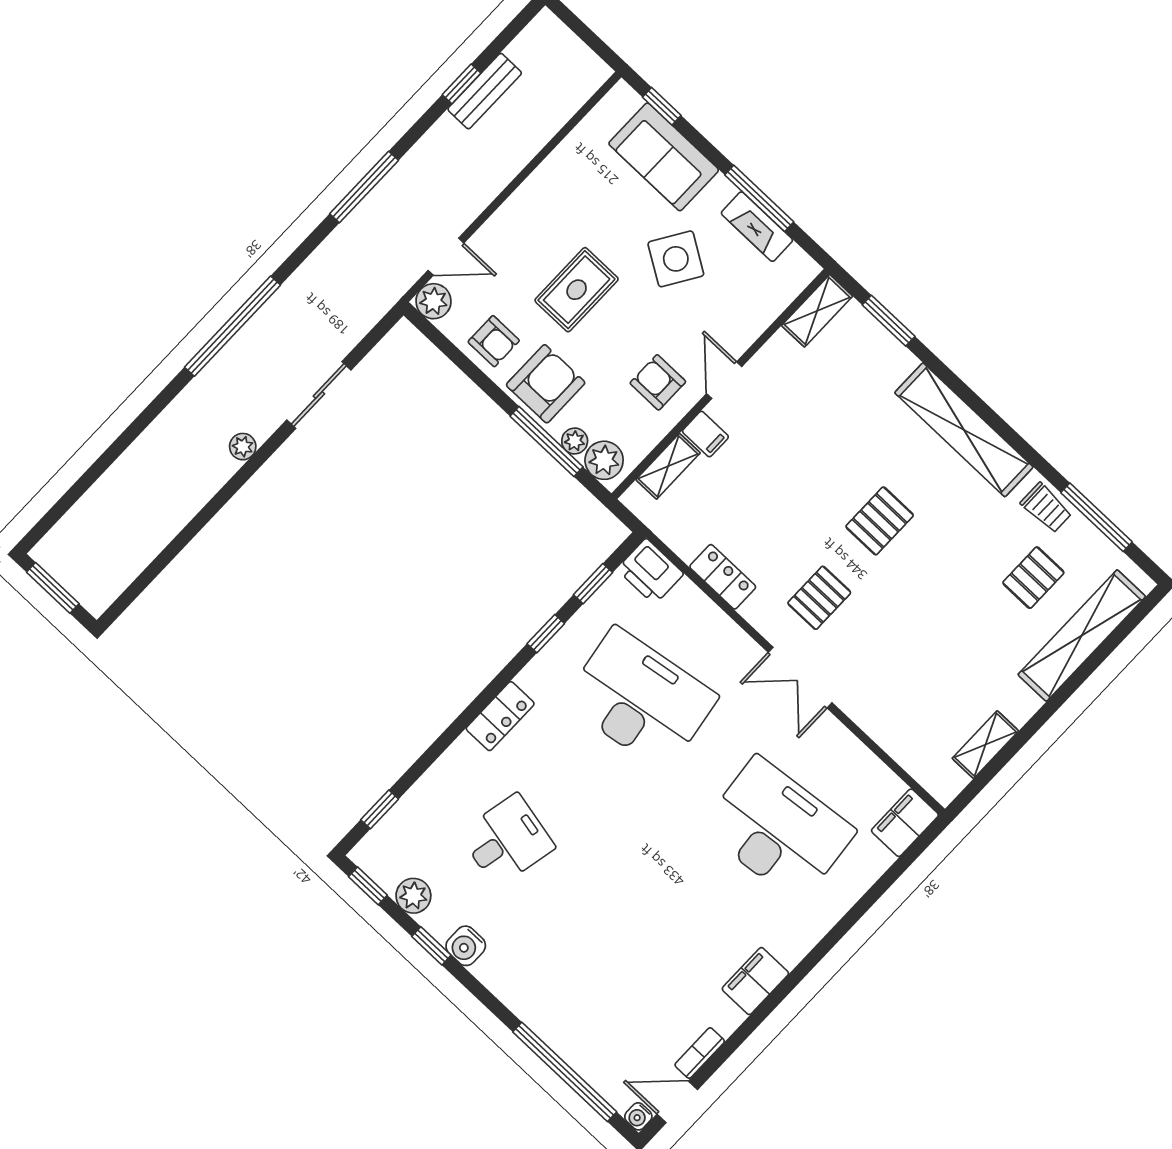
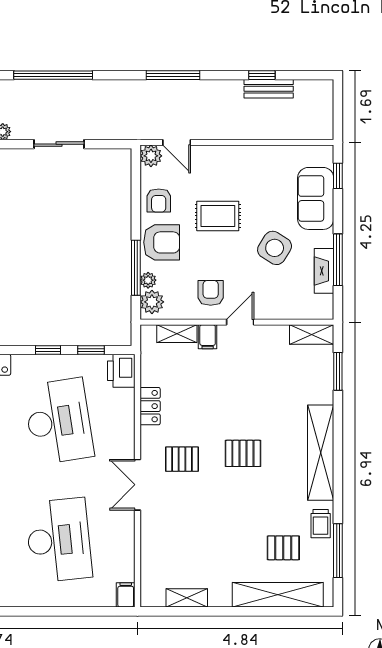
filing cabinet: (905, 823) -> (126, 595), width x0.50

